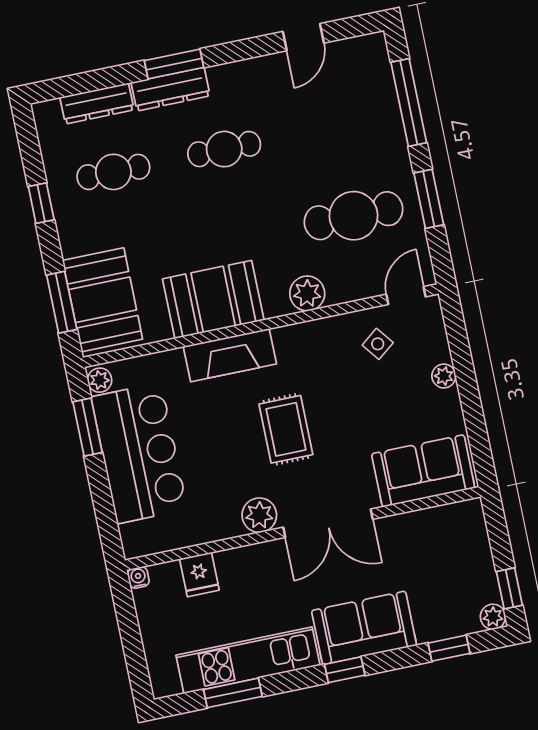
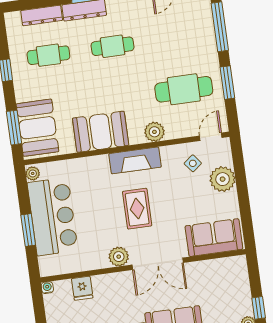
fireplace: (230, 355) -> (135, 160), moved
plant: (444, 376) -> (223, 179), width x1.88, depth x1.88
window: (88, 427) -> (28, 230), moved

